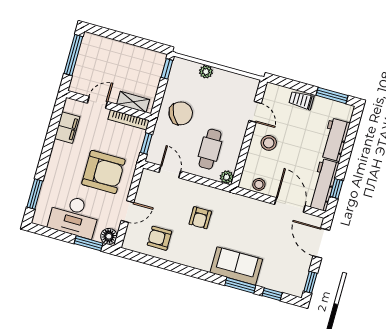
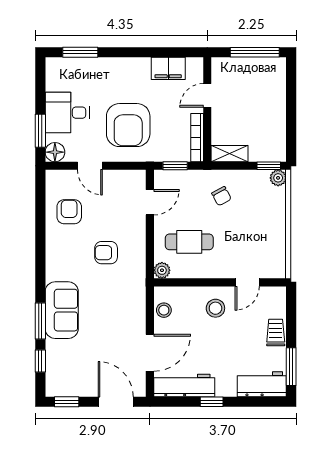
plant: (206, 72) -> (278, 178), moved
door: (97, 102) -> (207, 95), swing flipped
shelving: (133, 102) -> (230, 154), moved, turned 90
chair: (181, 113) -> (221, 196), width x0.54, depth x0.54
workbench: (335, 140) -> (262, 384), moved
window: (336, 189) -> (212, 402), moved
desk: (74, 216) -> (67, 113), width x0.73
door: (321, 243) -> (116, 402), hinge flipped

